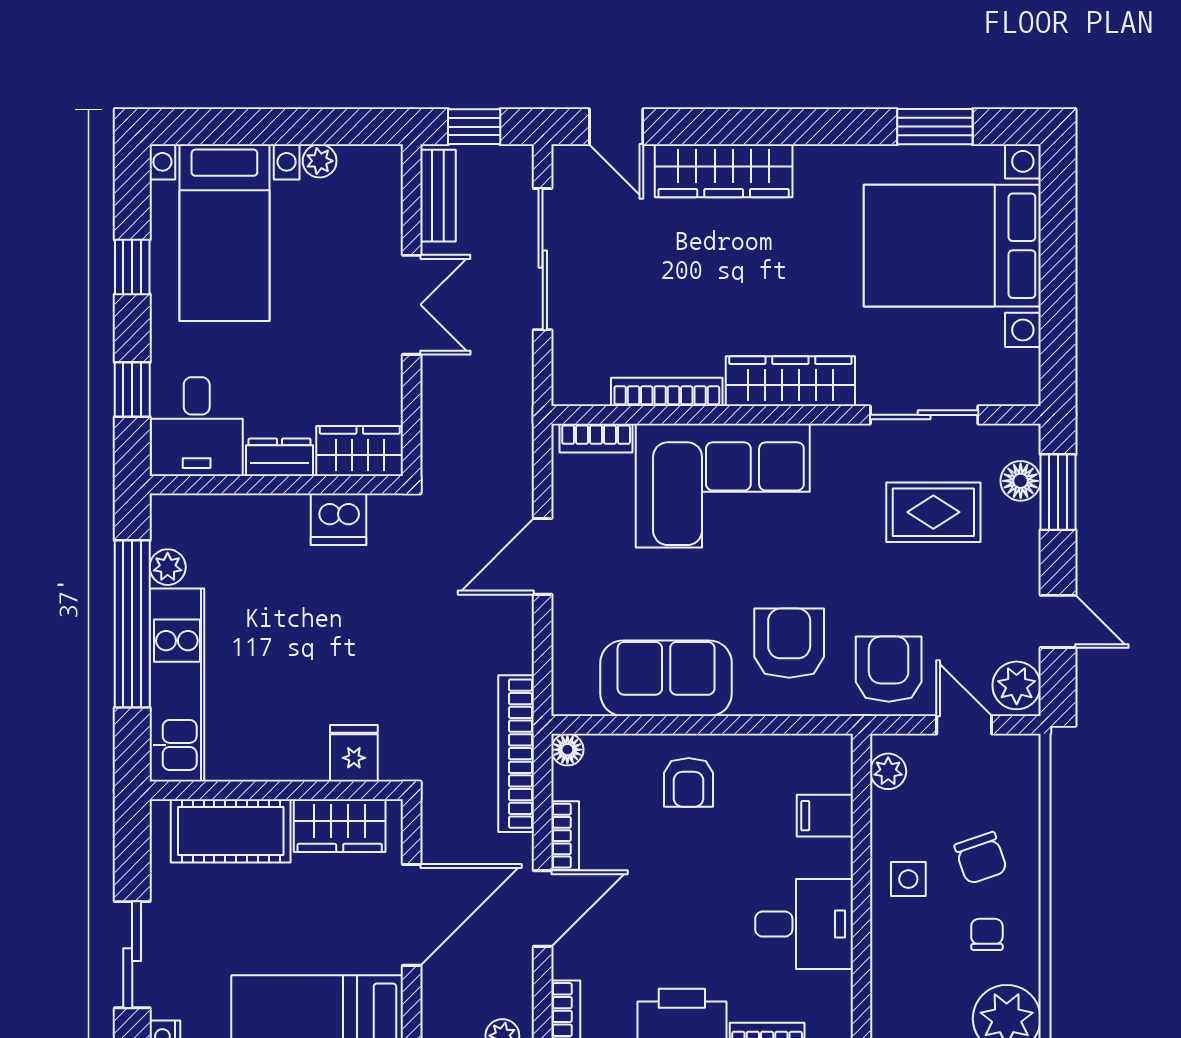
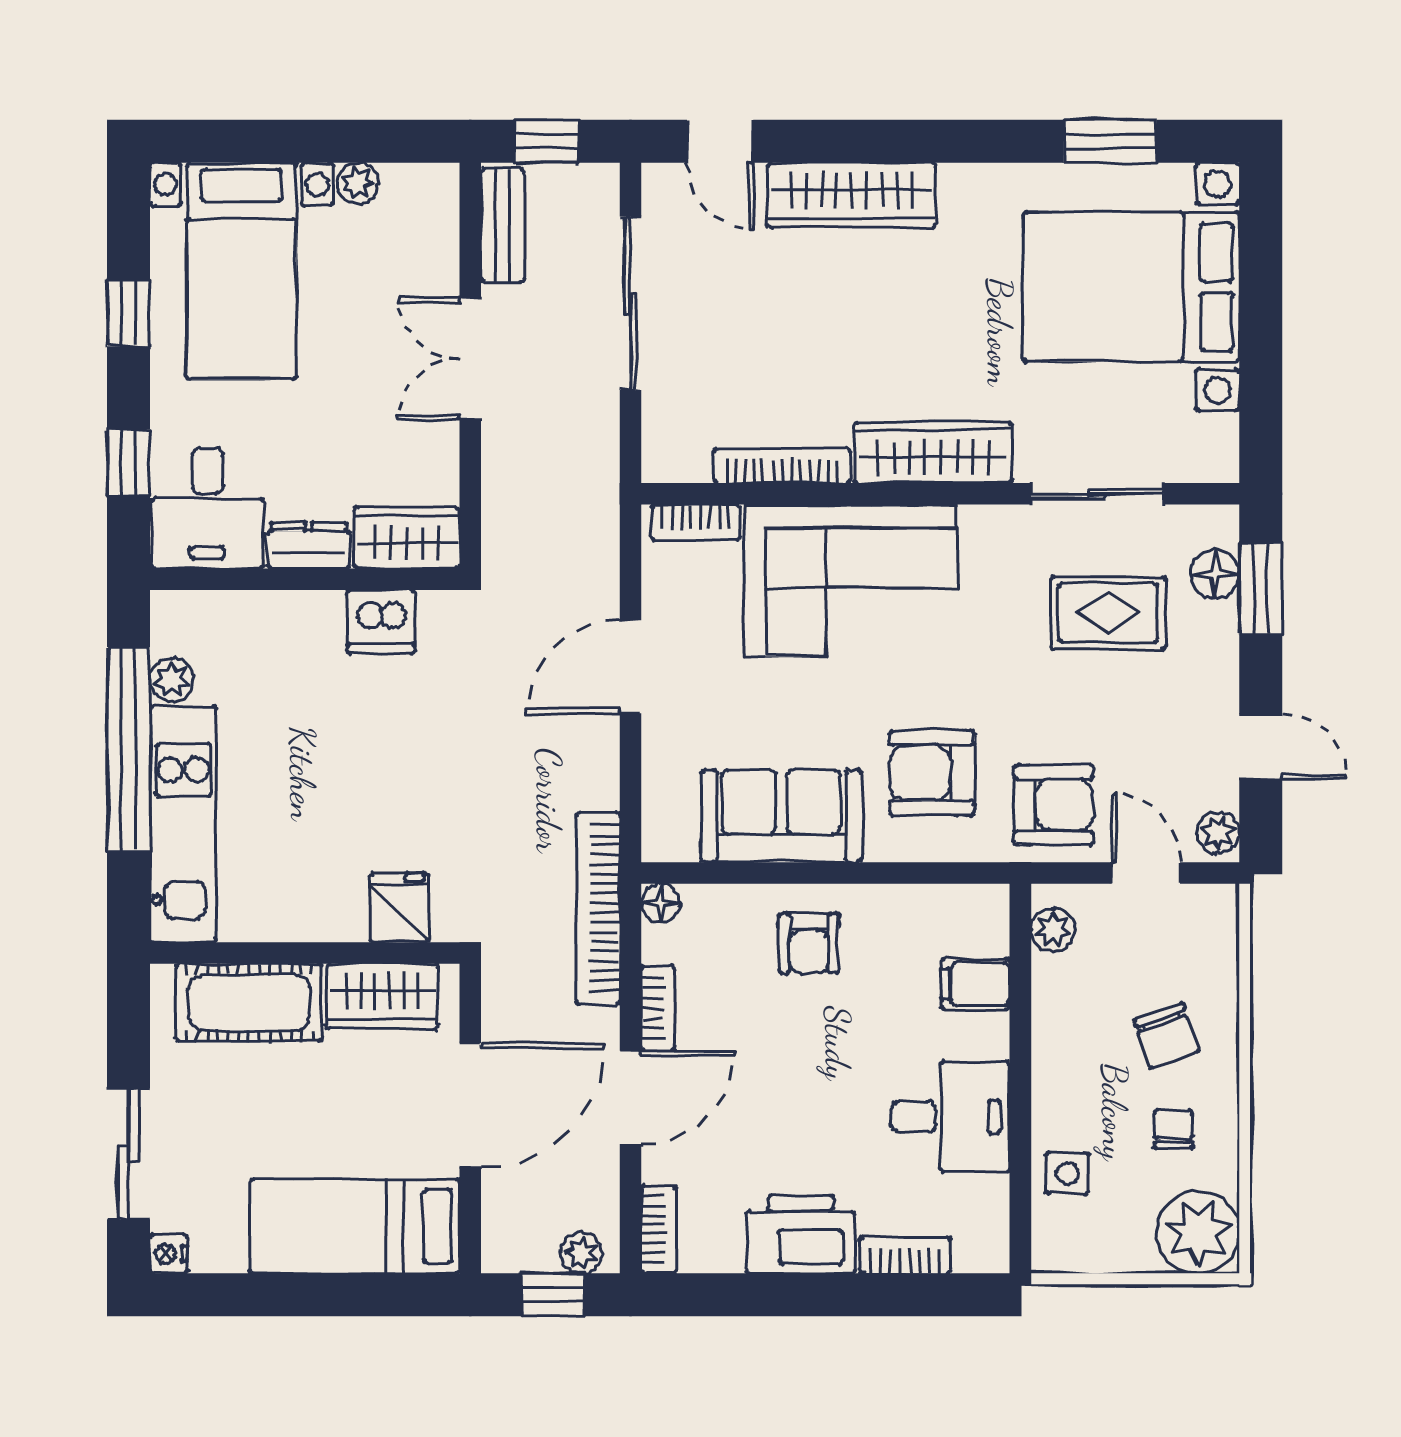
double door: (412, 305) -> (470, 359), swing flipped
armchair: (789, 643) -> (932, 773), turned -90
armchair: (889, 669) -> (1053, 805), turned 90
plant: (1017, 685) -> (1218, 833), width x0.73, depth x0.73
side table: (908, 879) -> (1067, 1173), moved

